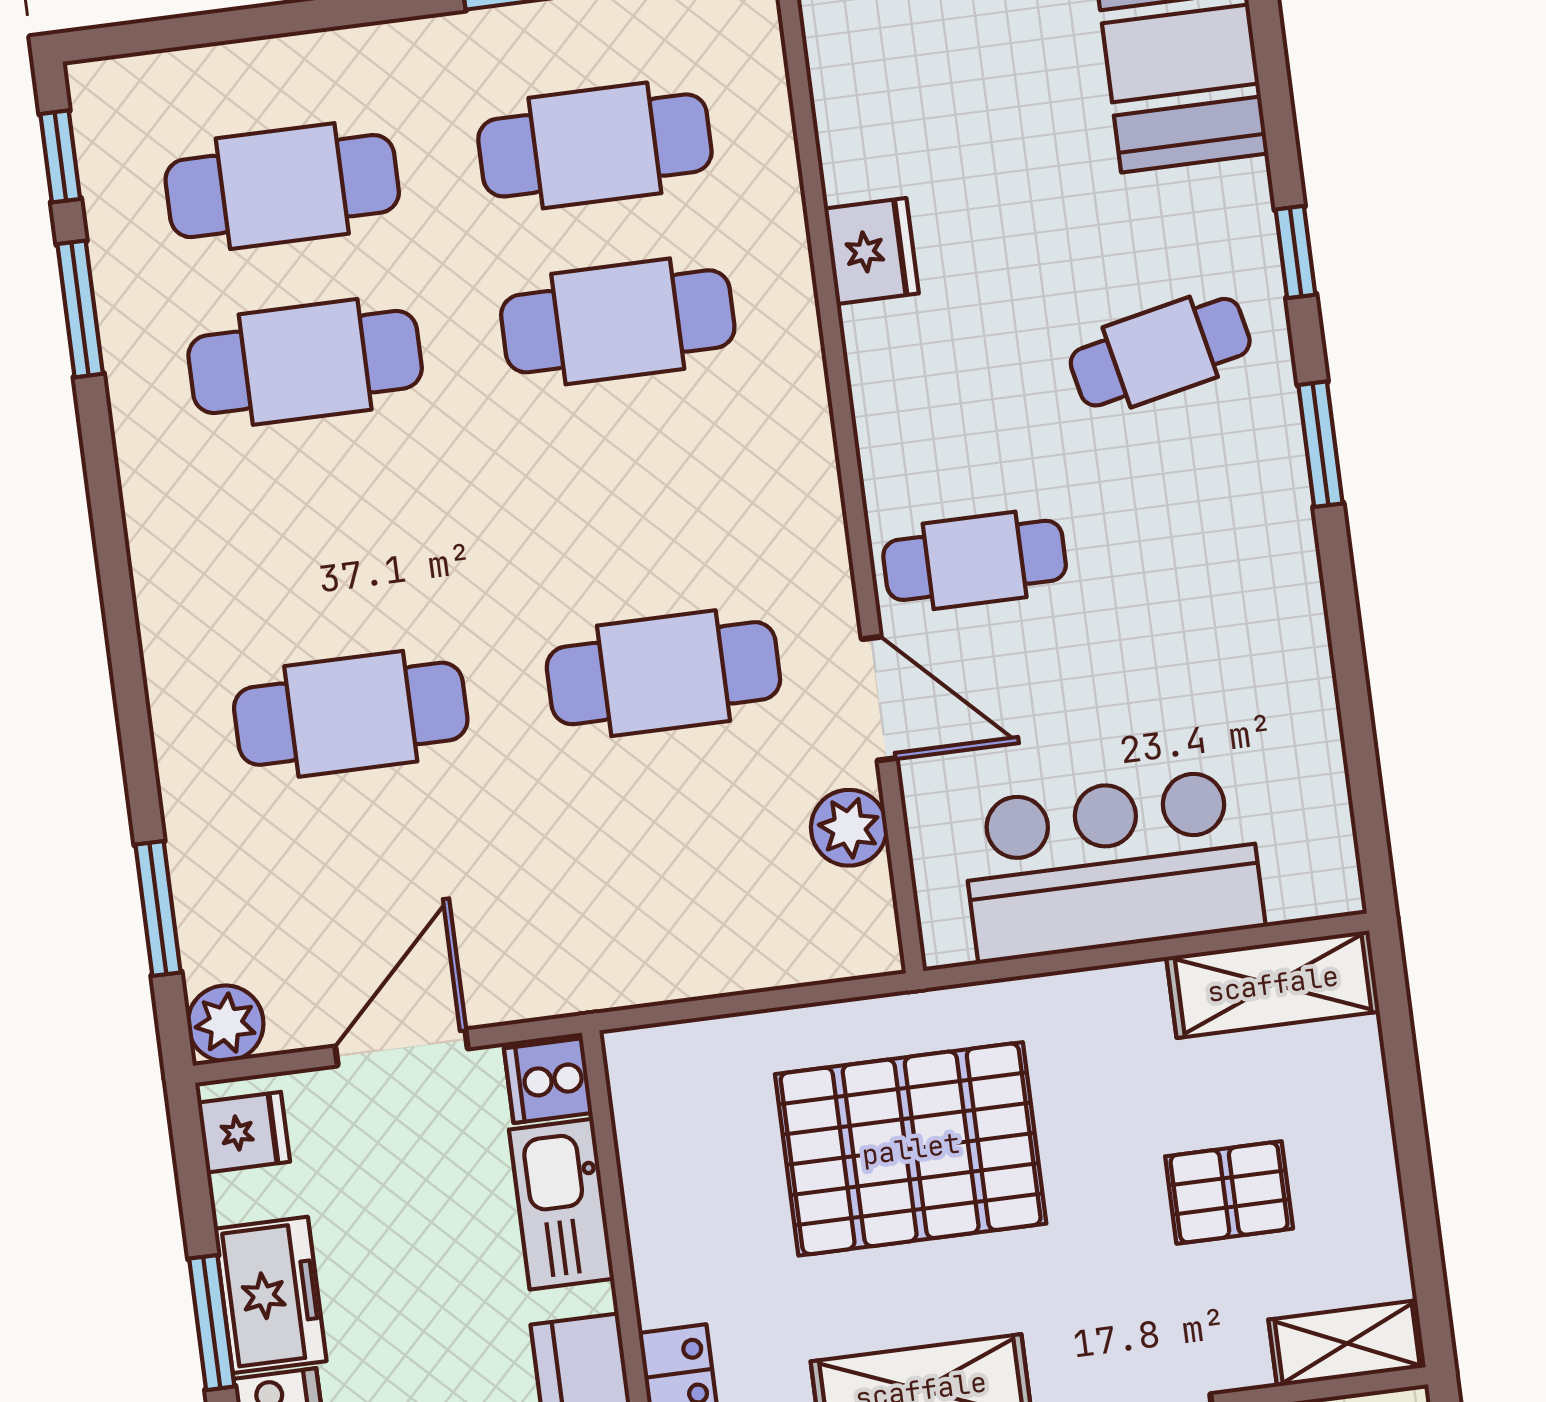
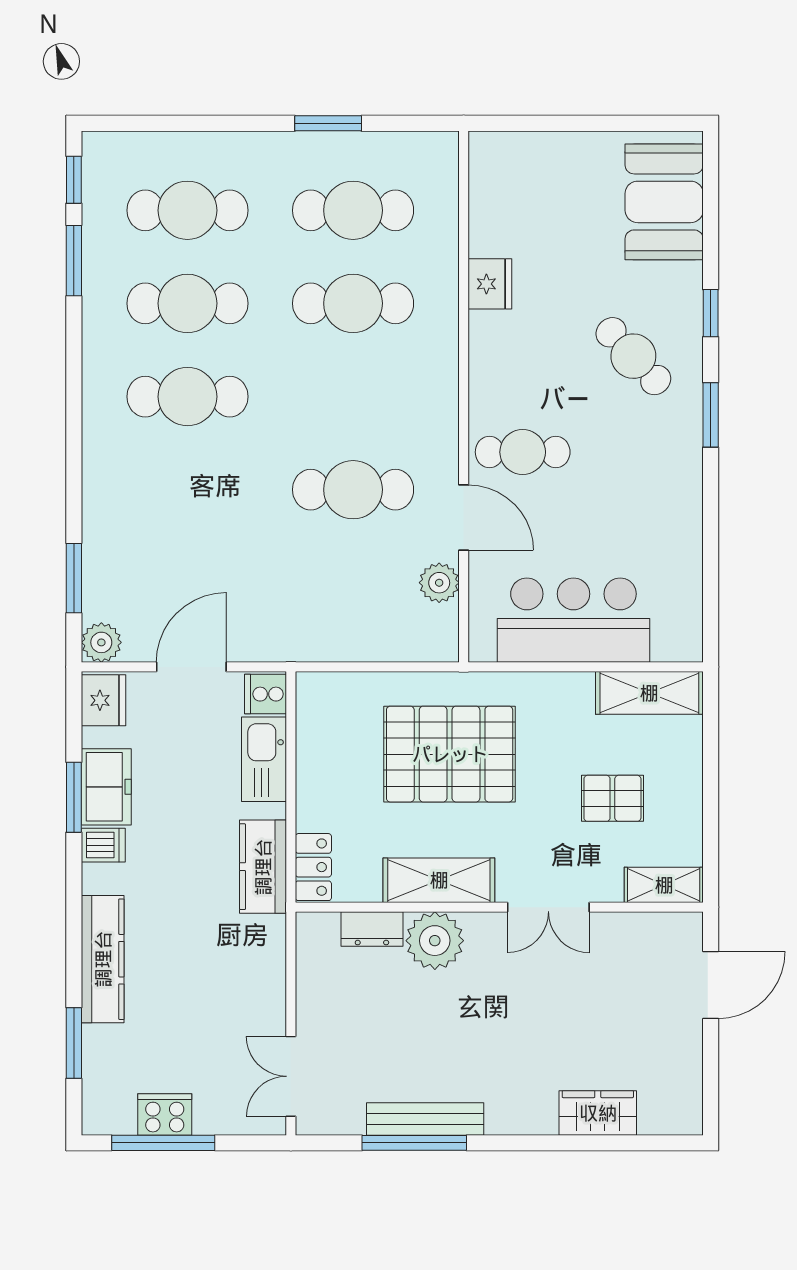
cafe table: (1160, 352) -> (633, 356), turned 59
cafe table: (351, 714) -> (187, 397), moved
fridge: (244, 1132) -> (103, 700), width x1.38

